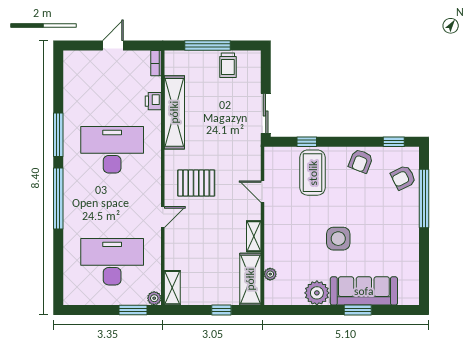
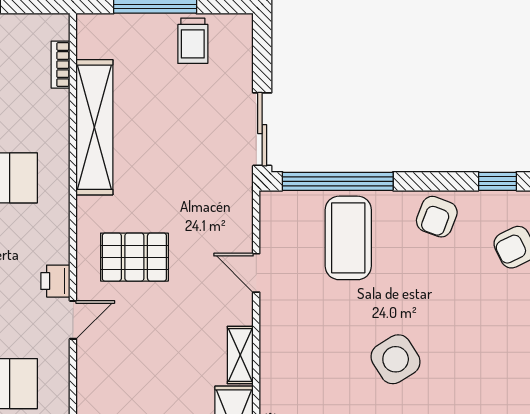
bookcase: (156, 63) -> (61, 65), moved
printer: (153, 101) -> (55, 281), moved
window: (307, 142) -> (338, 181), width x3.17
side table: (338, 239) -> (396, 359), turned -32

